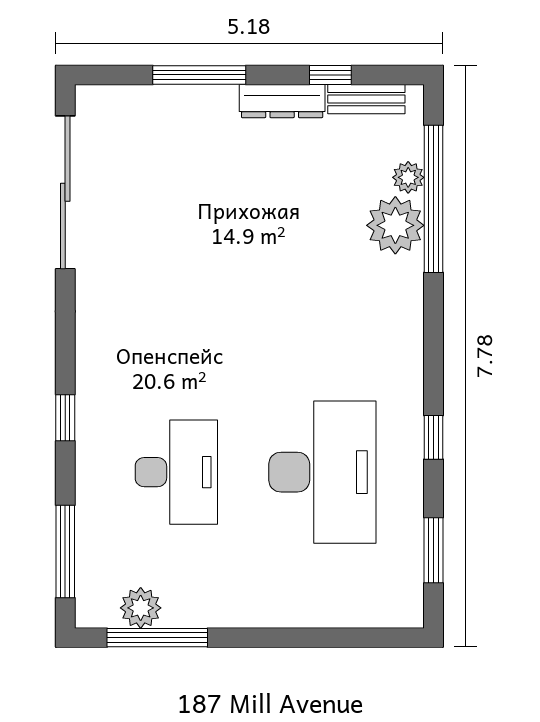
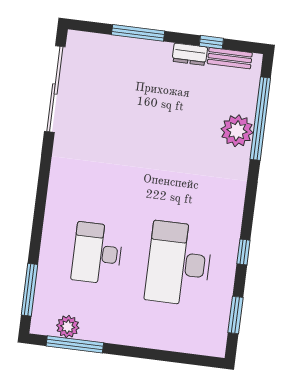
dresser: (282, 101) -> (190, 54), width x0.70
plant: (408, 177) -> (248, 105), removed
window: (65, 418) -> (39, 215), removed
desk: (176, 472) -> (97, 253), turned 180
desk: (322, 472) -> (179, 264), turned 180

